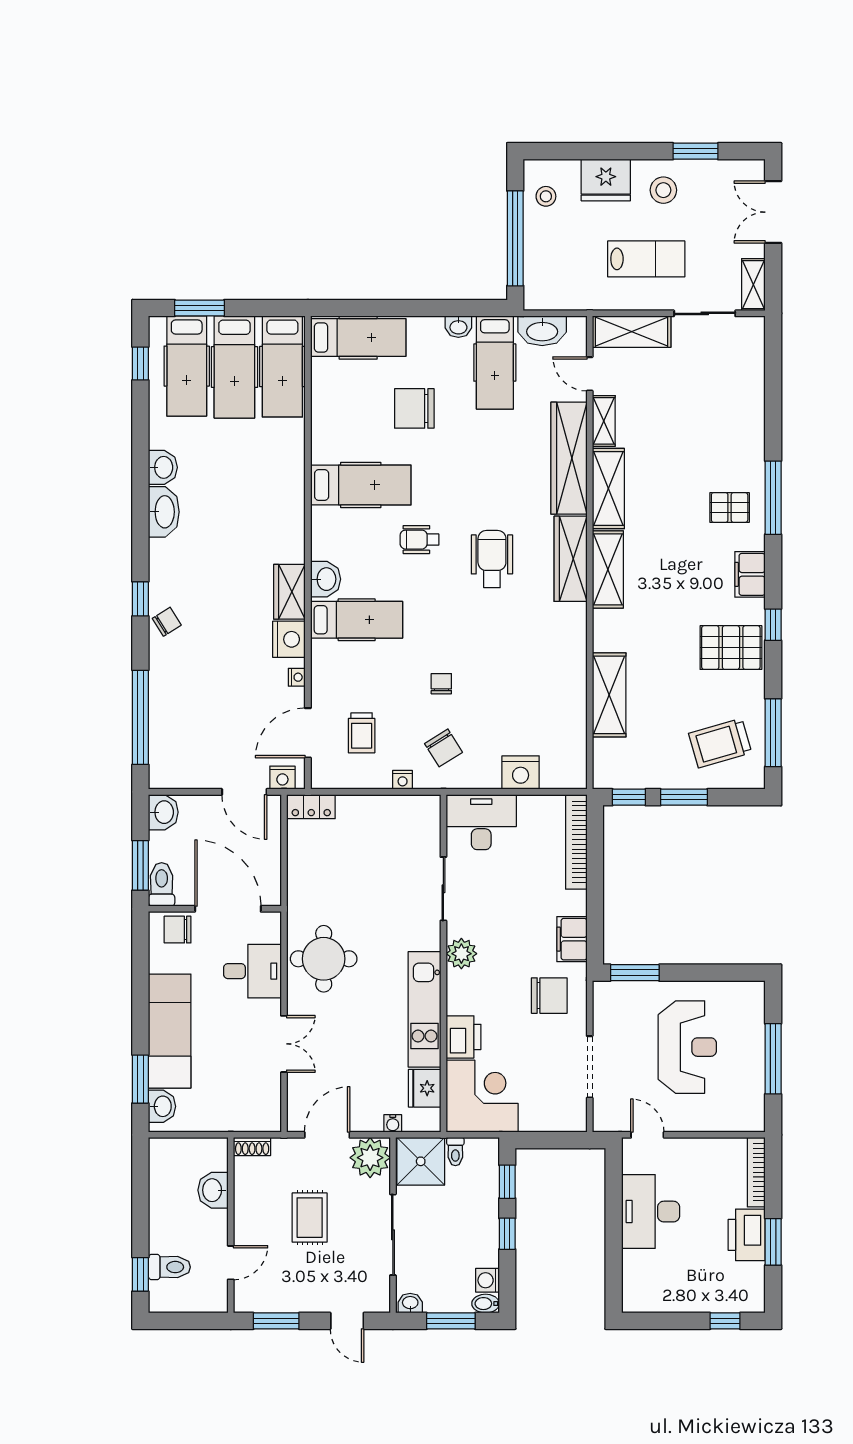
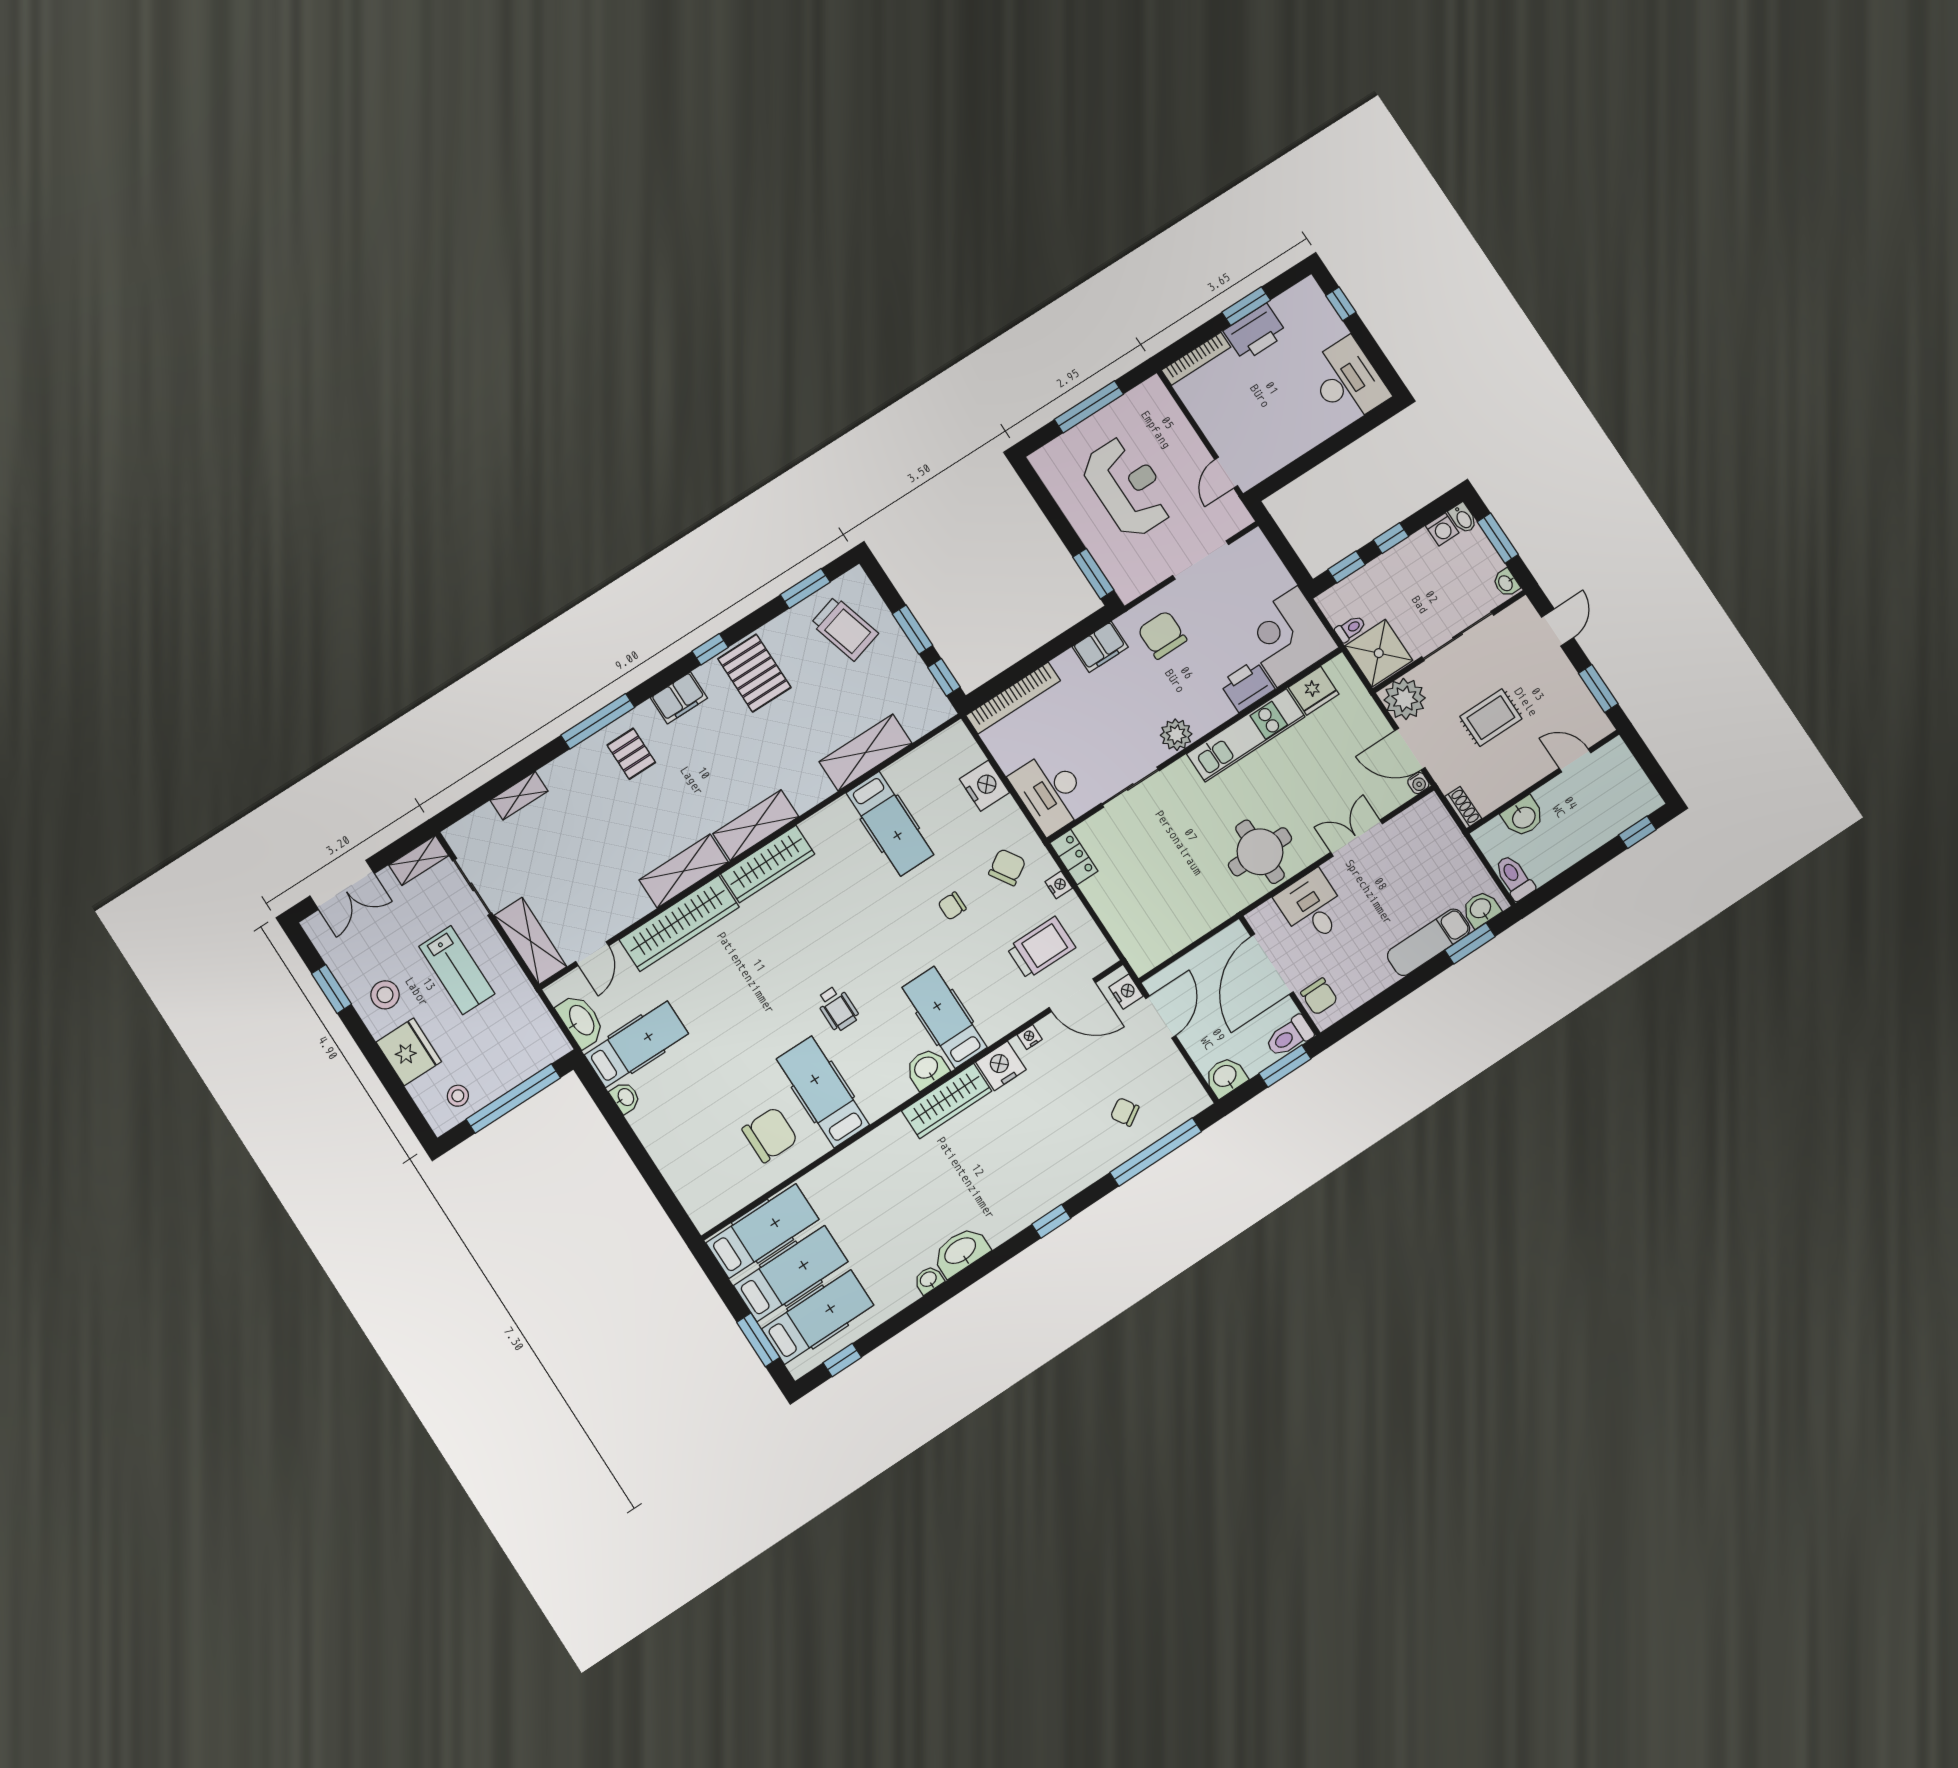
lab bench: (646, 259) -> (457, 970), turned 180
hospital bed: (358, 338) -> (890, 824), moved, turned 180
chair: (414, 408) -> (770, 1135), moved, turned -90
shelving: (604, 421) -> (519, 796), moved
washbasin: (163, 467) -> (929, 1280), width x0.72, depth x0.69
wheelchair: (492, 559) -> (813, 933), removed
wardrobe: (289, 592) -> (947, 1101), width x1.50
chair: (167, 622) -> (1125, 1112), moved
trolley: (362, 733) -> (1041, 948), width x1.36, depth x1.39
window: (773, 733) -> (805, 588), width x0.69
locker: (311, 807) -> (1074, 857), moved
exam couch: (170, 1031) -> (1429, 942), width x0.73, depth x0.69
reception desk: (687, 1047) -> (1128, 487), turned 90
water cooler: (393, 1123) -> (1418, 783), moved, turned 90
desk: (651, 1212) -> (1347, 381), moved, turned -90
toilet: (169, 1267) -> (1514, 878), moved

